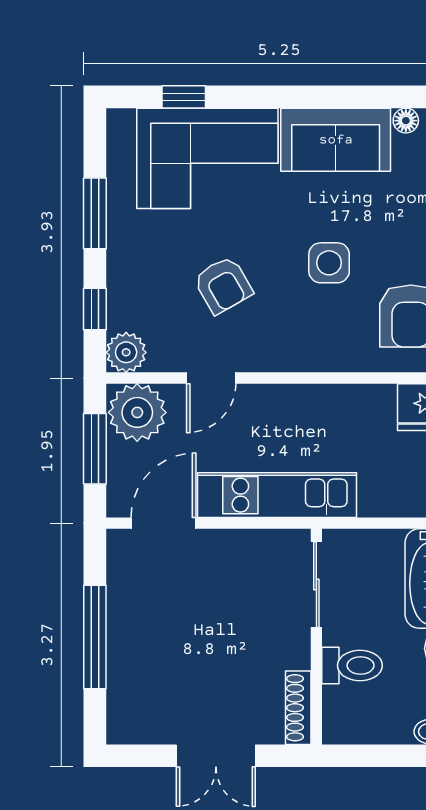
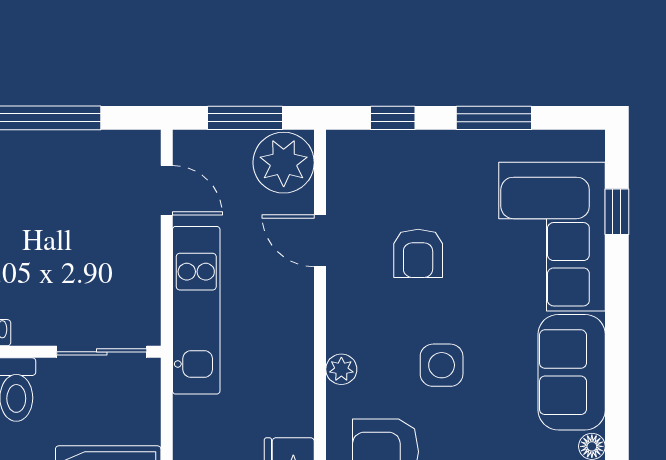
armchair: (223, 285) -> (418, 253), turned -60
plant: (126, 352) -> (341, 369), moved, width x0.73, depth x0.73
door: (163, 523) -> (167, 190), width x0.73

